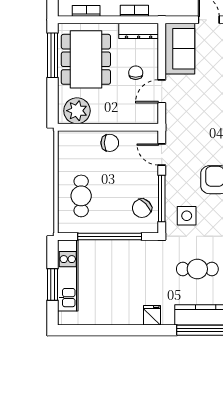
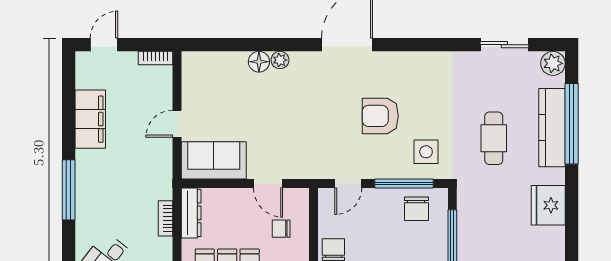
chair: (136, 73) -> (281, 229), moved
chair: (142, 208) -> (416, 209), turned 44
fridge: (152, 315) -> (548, 205), width x1.88, depth x1.34

